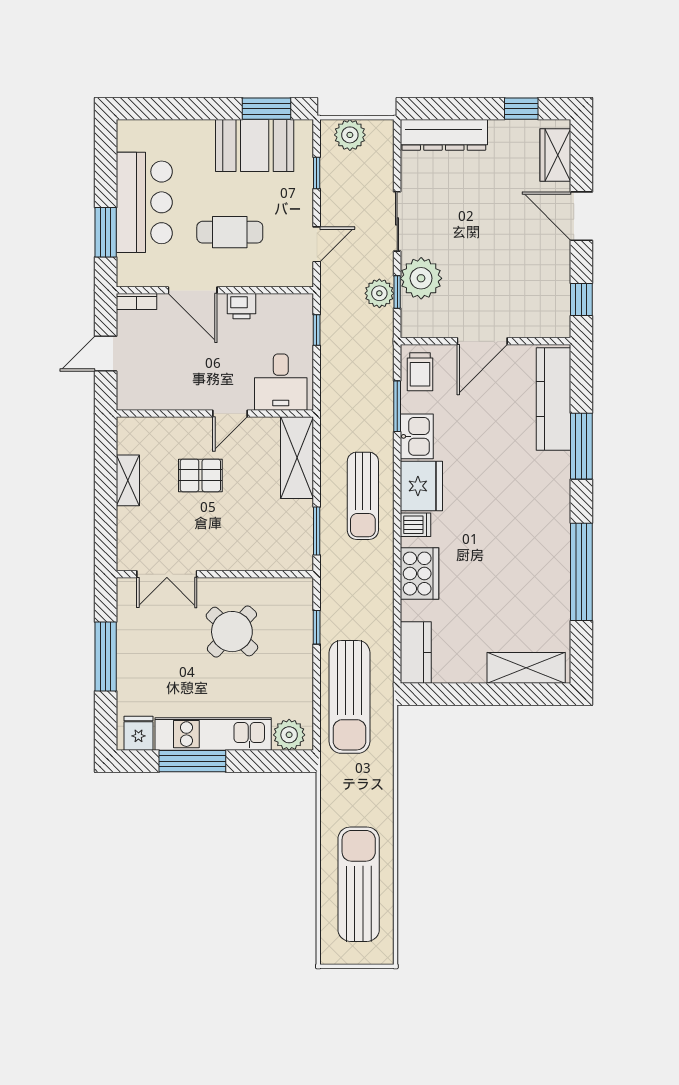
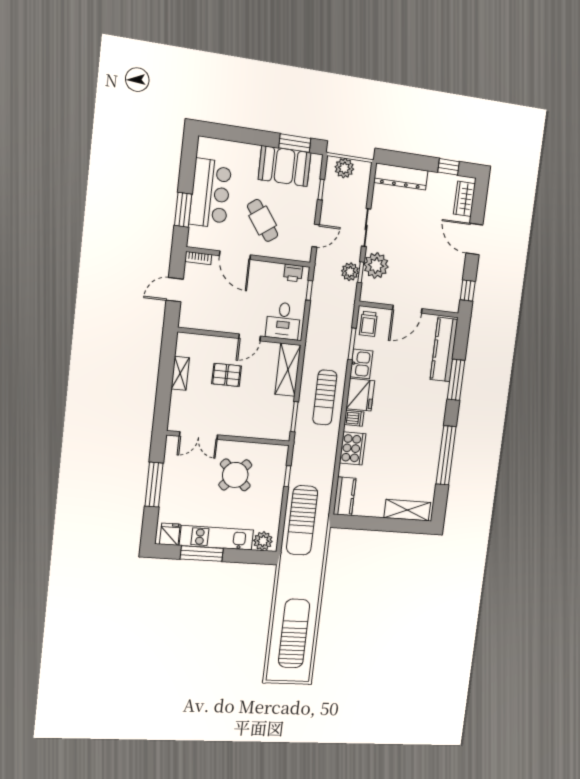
cafe table: (230, 232) -> (263, 220), turned 54
printer: (242, 306) -> (293, 273), moved

